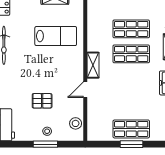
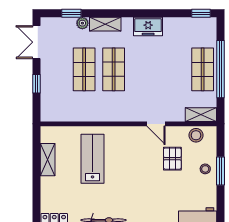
shelving: (93, 65) -> (201, 115), moved
pallet: (42, 101) -> (172, 159), moved
window: (131, 144) -> (221, 69), width x2.11

